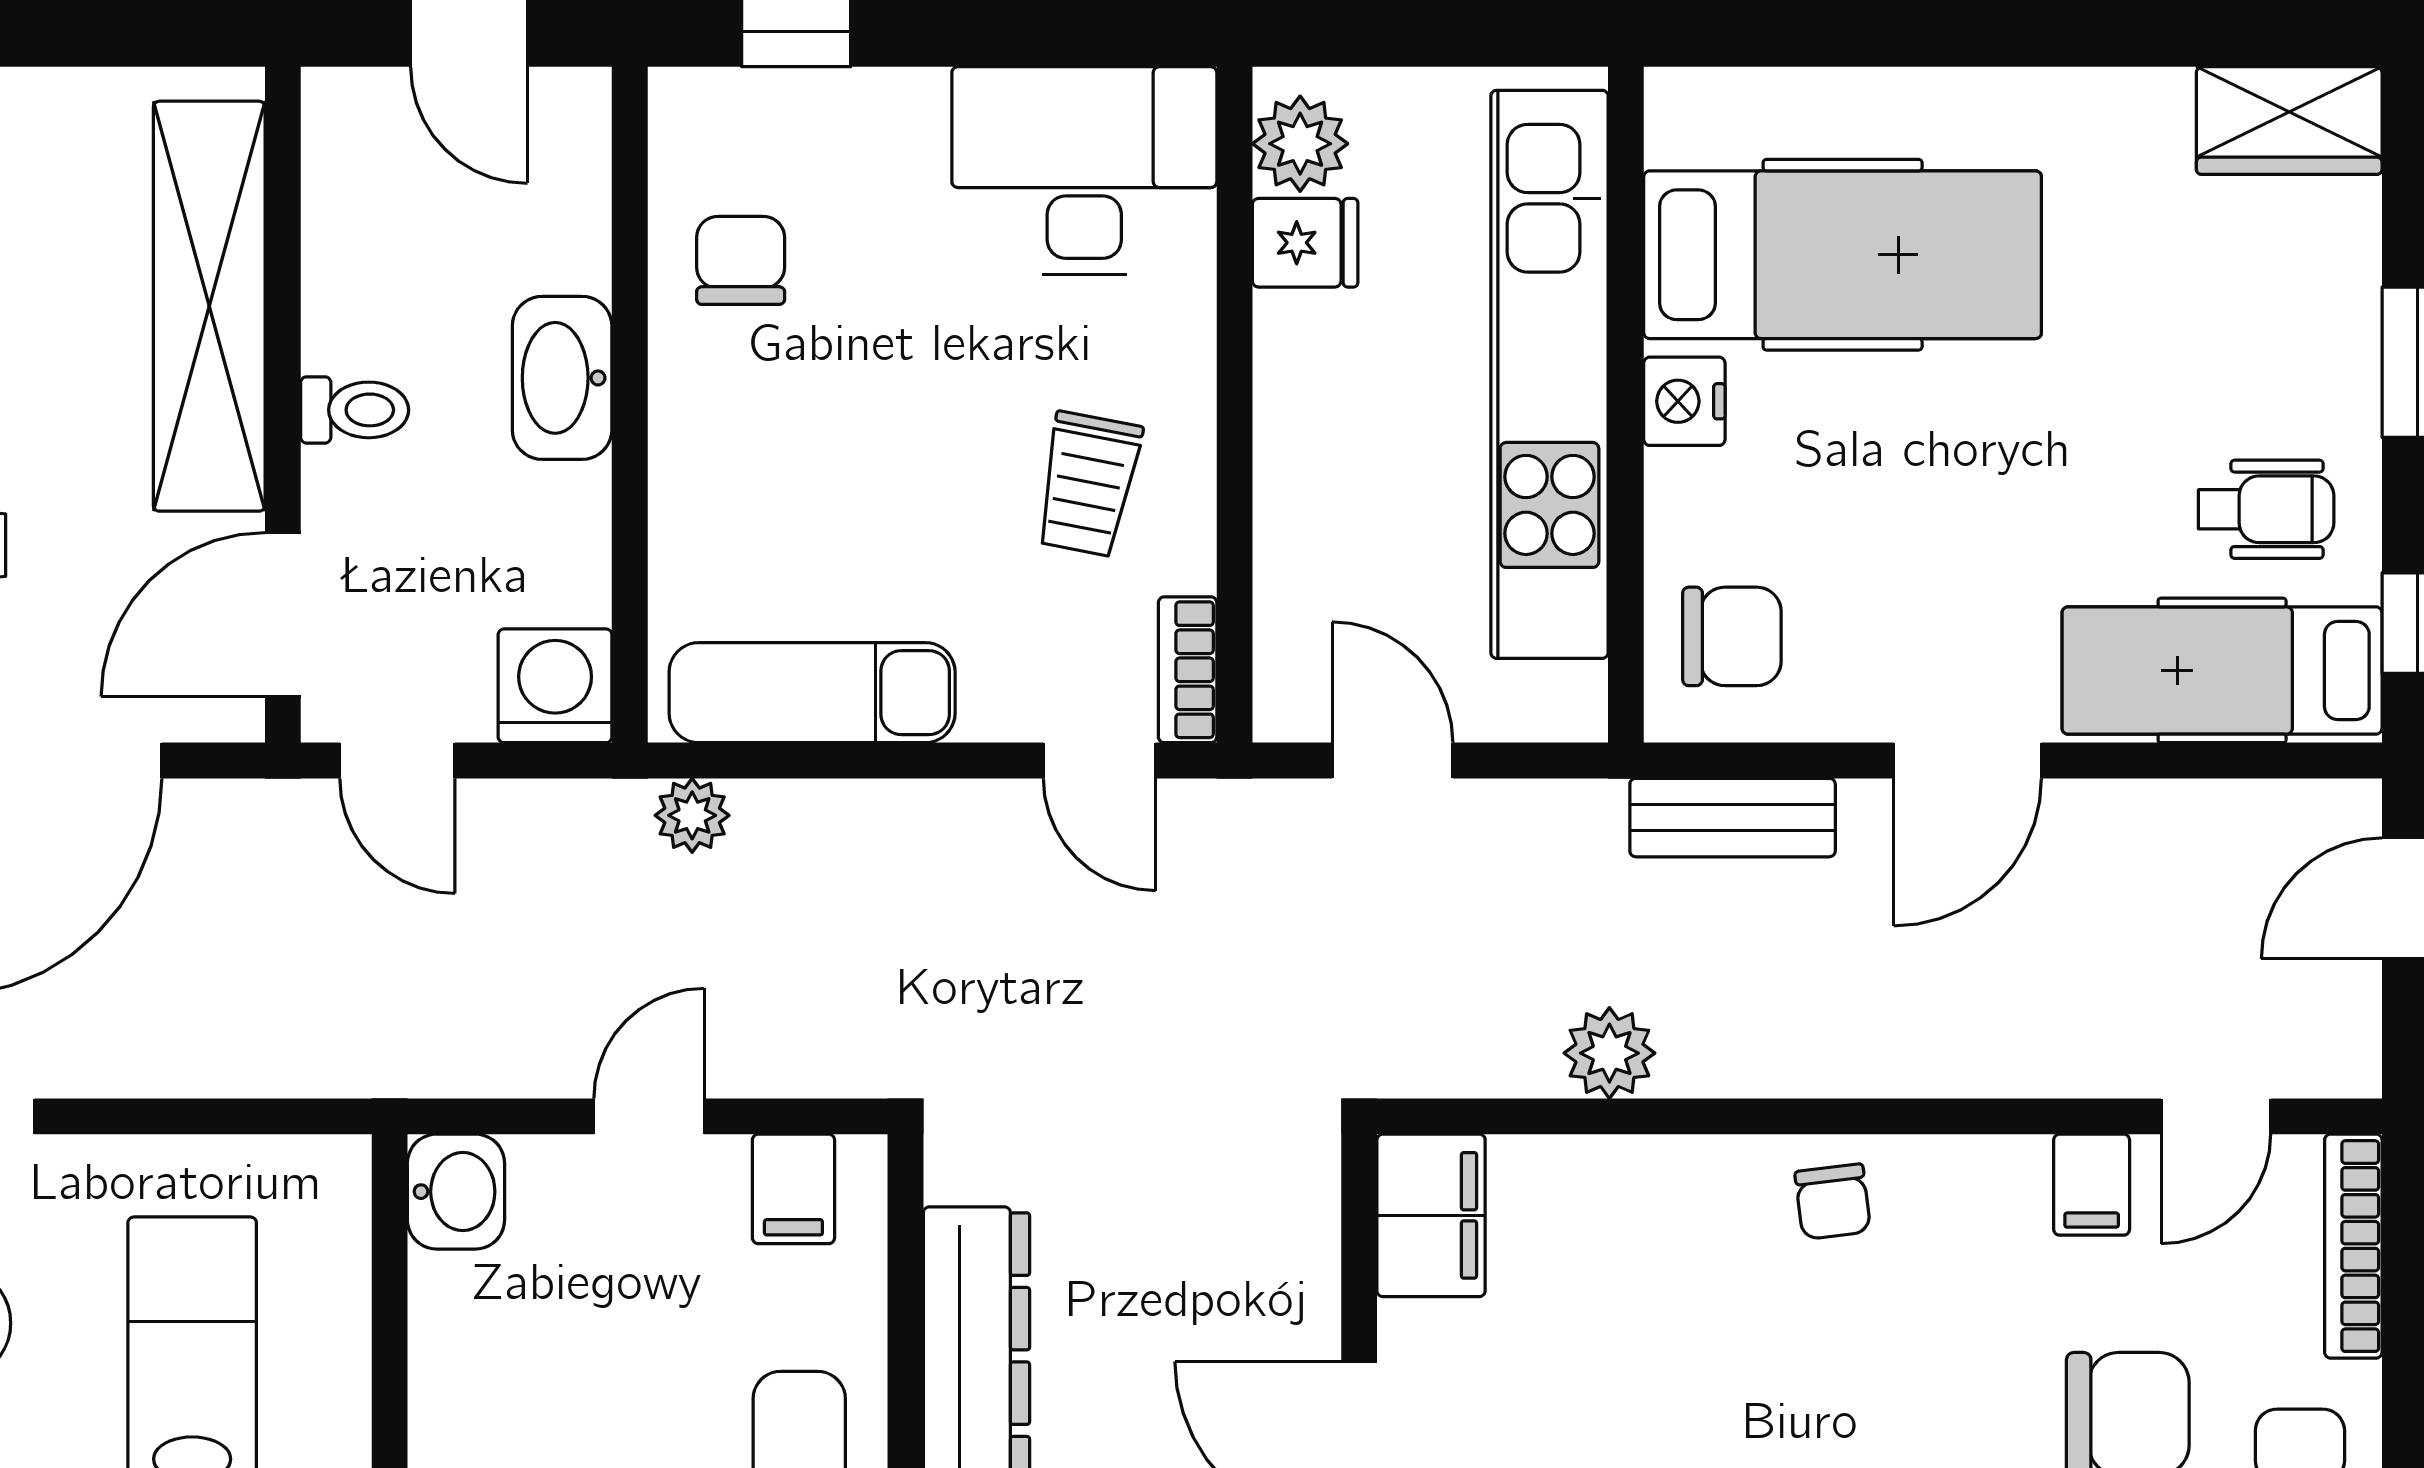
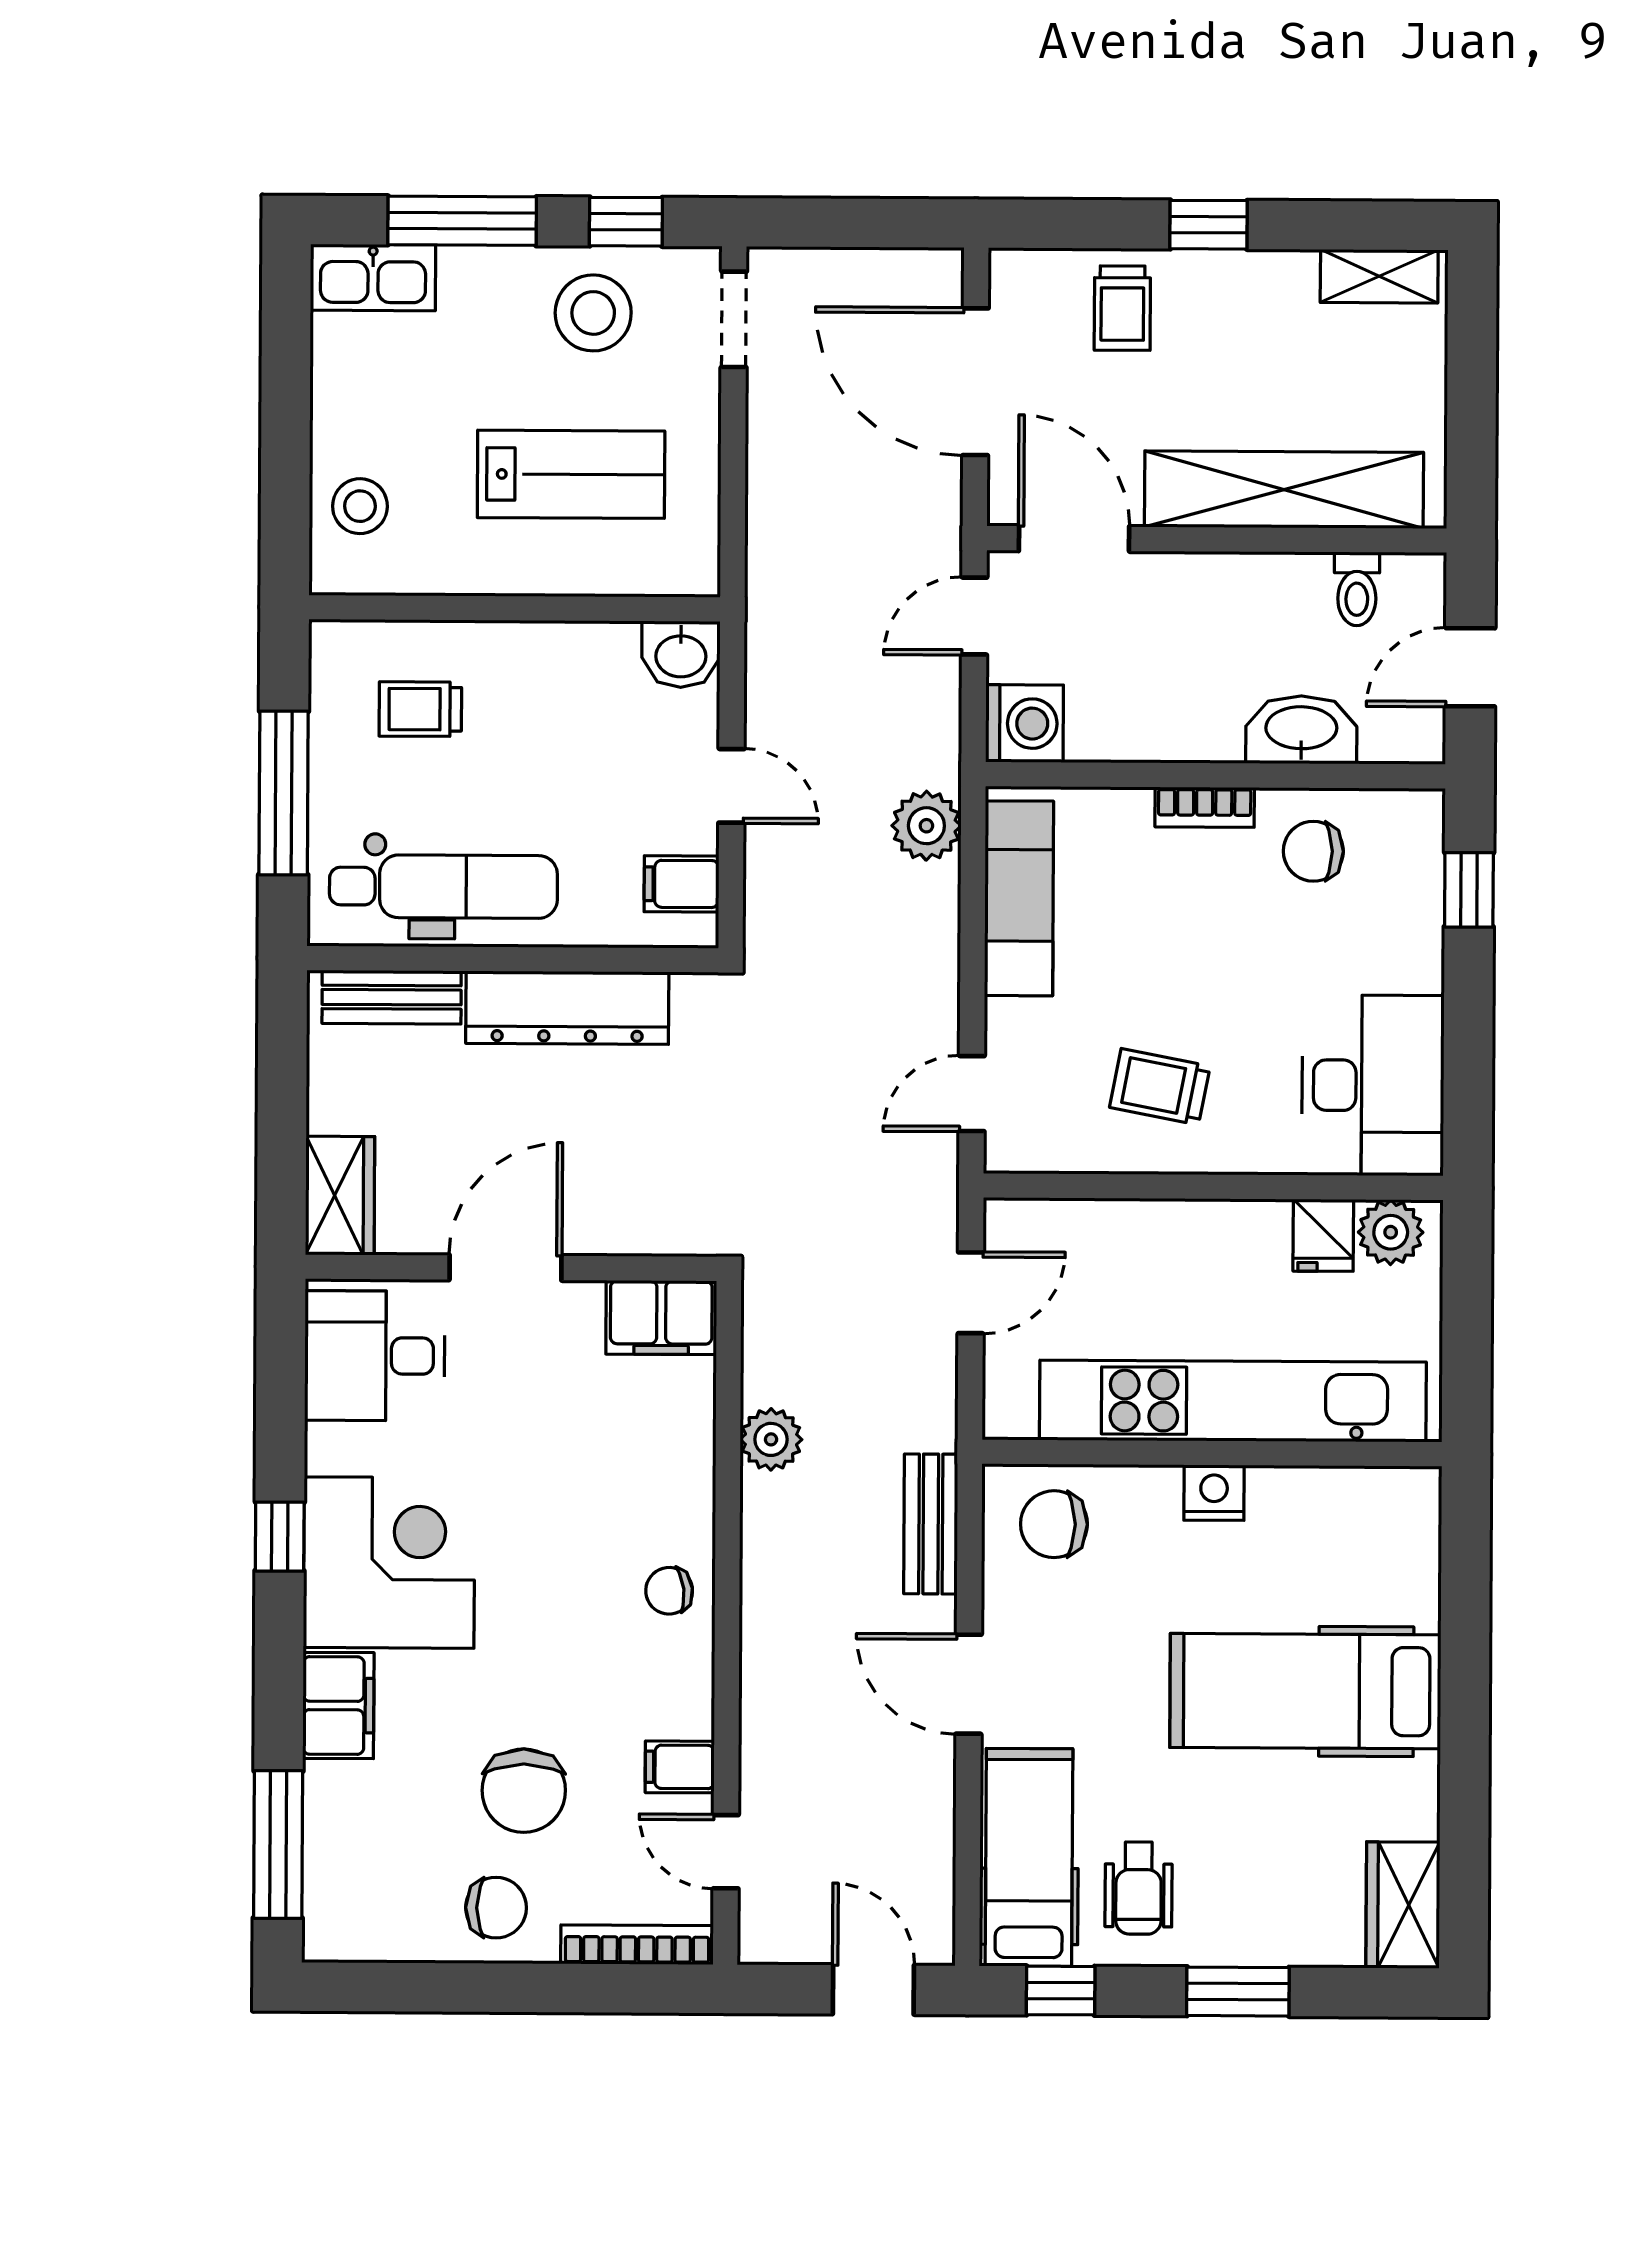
hospital bed: (1843, 255) -> (1305, 1691), moved, turned 90
chair: (741, 260) -> (1313, 851), turned 180
washbasin: (562, 378) -> (1301, 730), moved
toilet: (355, 410) -> (1357, 589), moved
chair: (1732, 636) -> (1054, 1524), turned 90
bookcase: (1188, 670) -> (1205, 807), moved, turned 180
plant: (692, 815) -> (926, 826), width x1.38, depth x1.38

